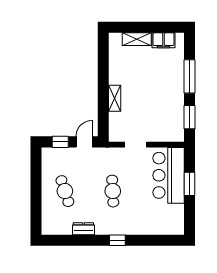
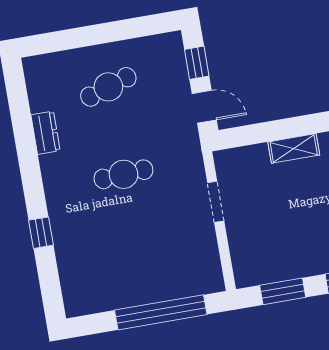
bar counter: (169, 175) -> (170, 271), removed
window: (190, 184) -> (161, 312), width x2.11
window: (117, 240) -> (41, 233), moved

